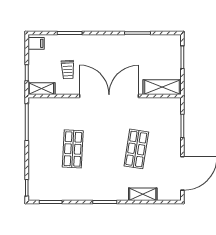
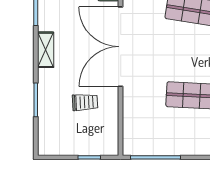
filing cabinet: (36, 43) -> (50, 145), removed
shelving: (41, 89) -> (46, 50), moved

